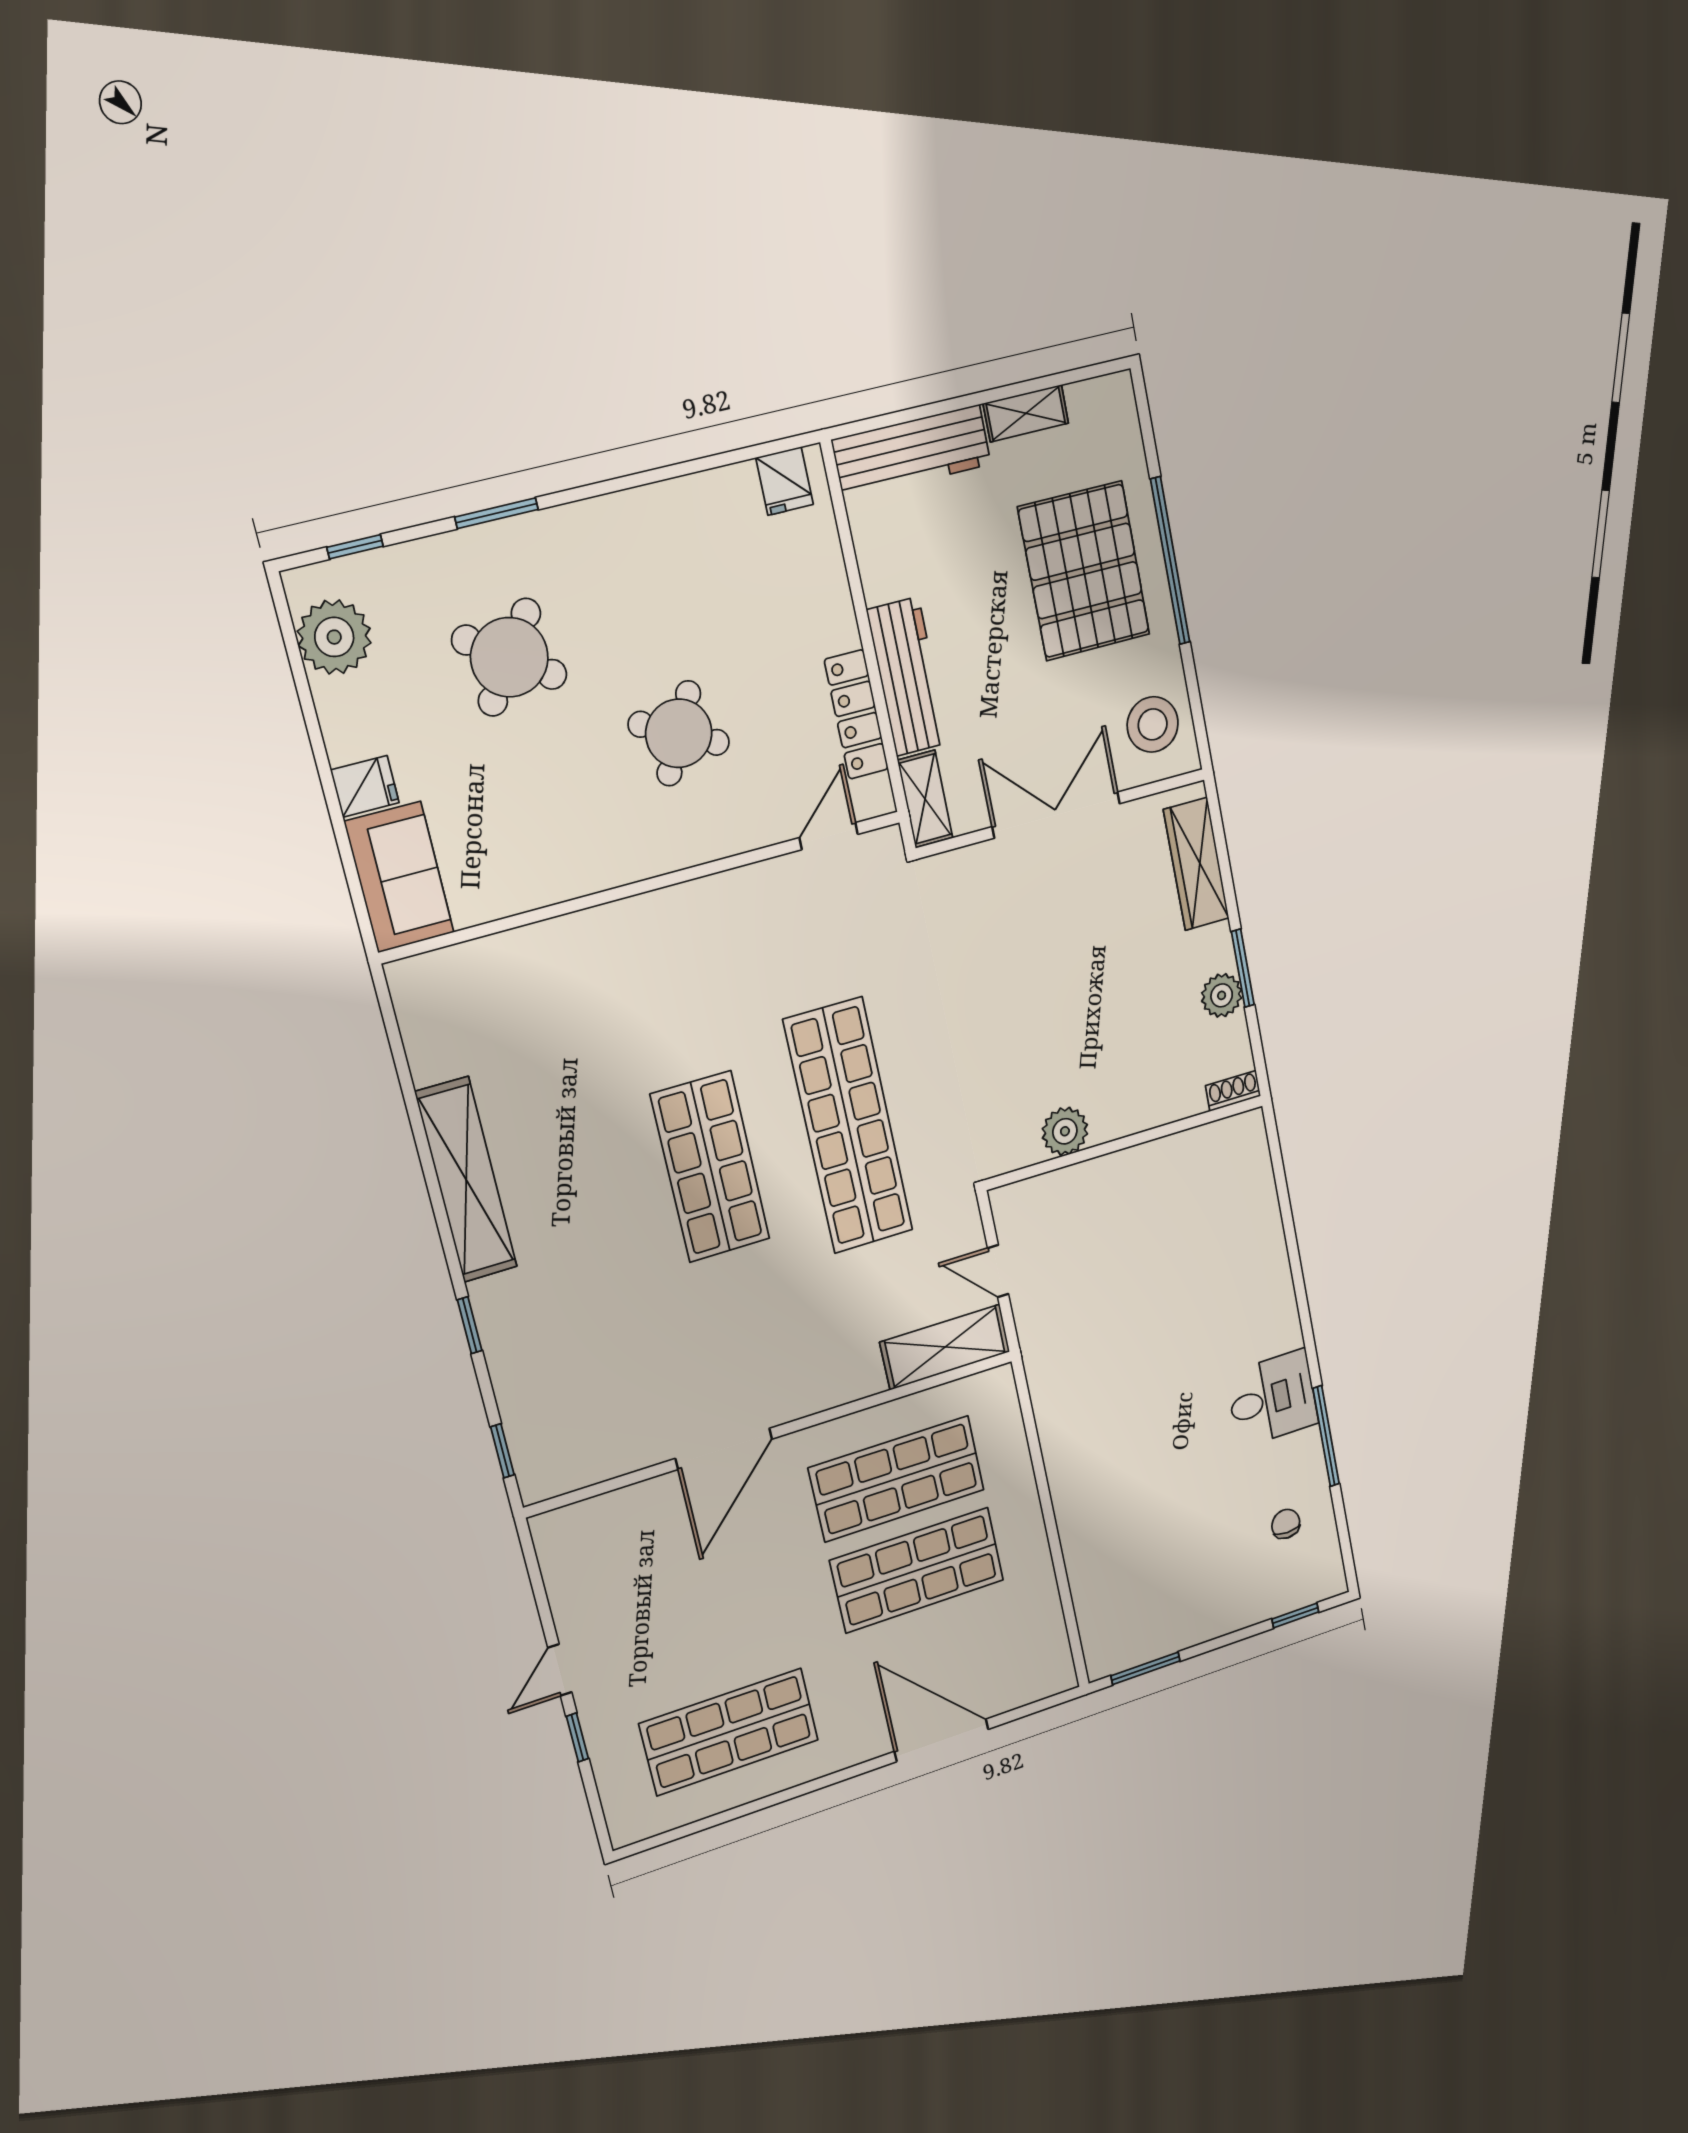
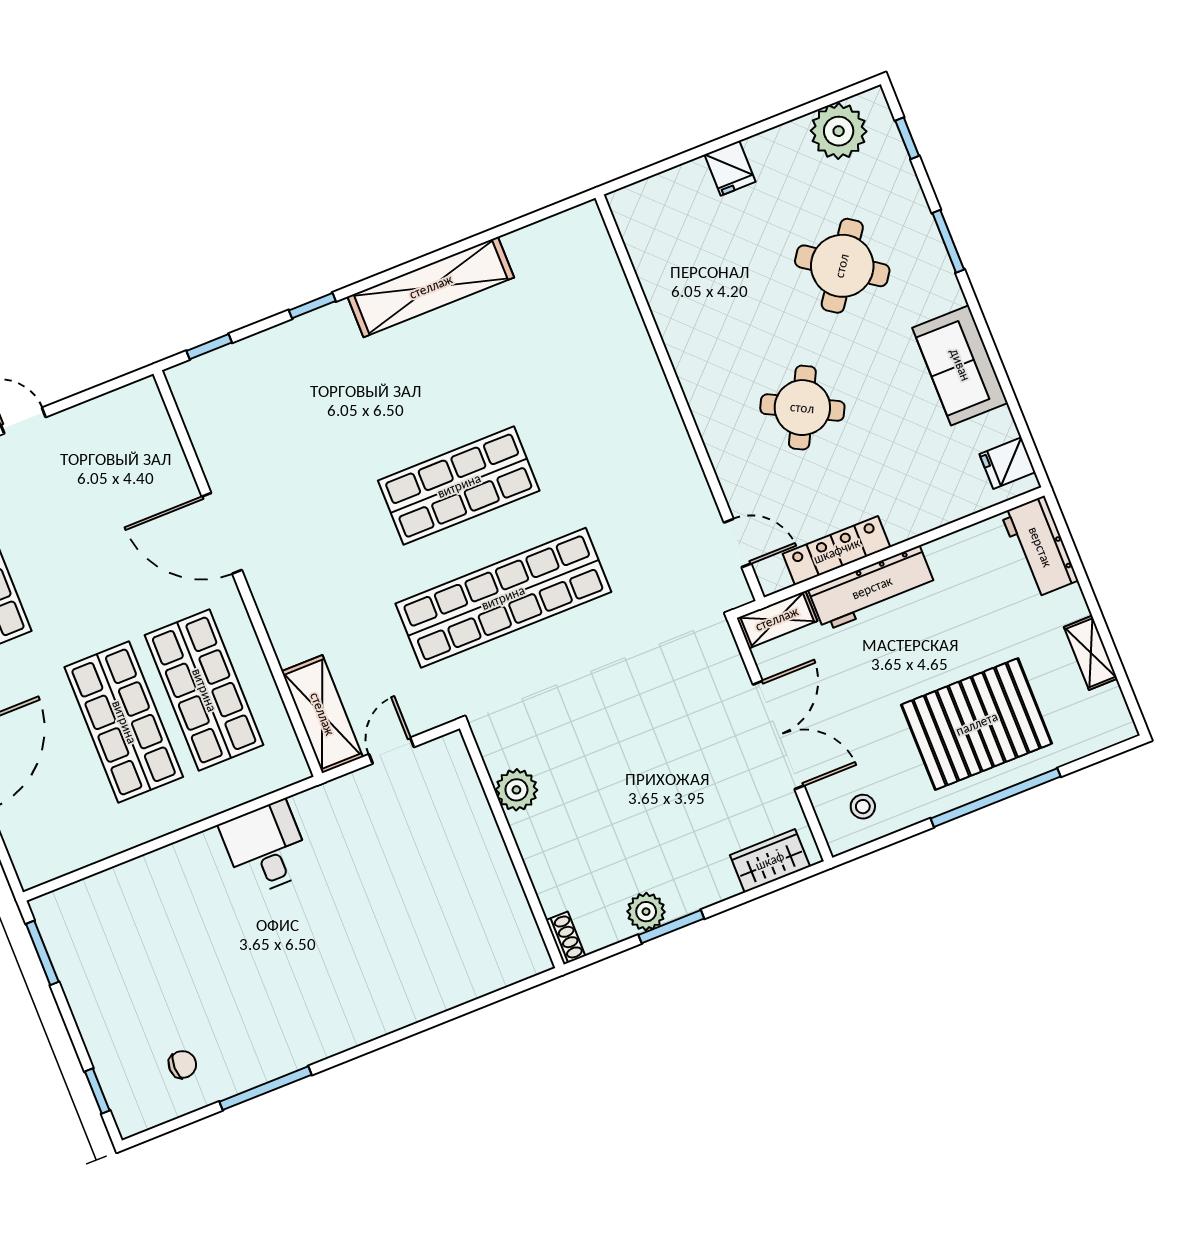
workbench: (912, 452) -> (1040, 547), width x0.73
stool: (1153, 724) -> (863, 807), width x0.53, depth x0.53
wardrobe: (1196, 864) -> (770, 861), width x0.67
sofa: (399, 877) -> (960, 365), moved, turned 90
desk: (1272, 1399) -> (266, 848), moved, turned 180

